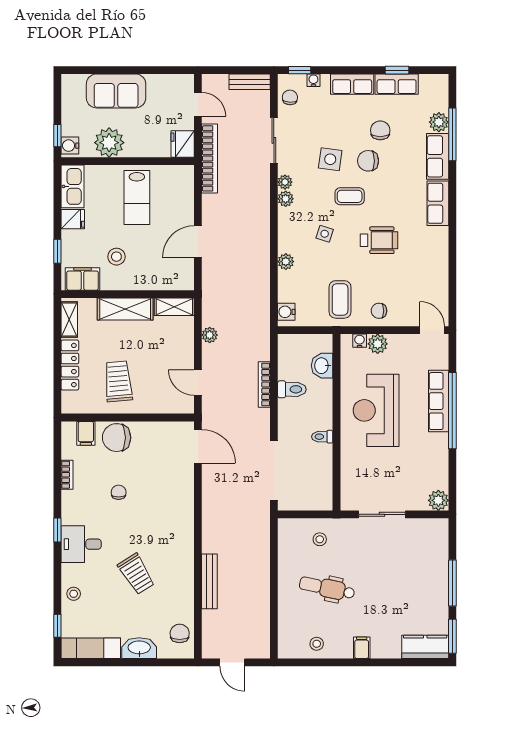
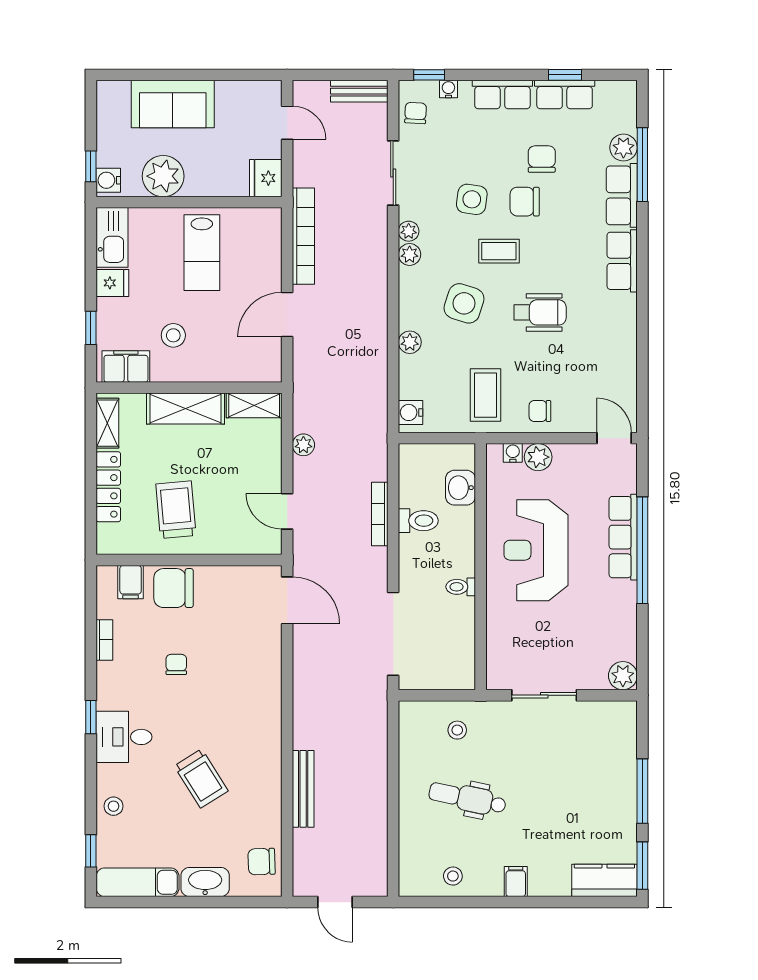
bookcase: (210, 158) -> (303, 236), moved
side table: (325, 234) -> (464, 303), width x1.87, depth x1.87
chair: (180, 633) -> (262, 862), turned -92

